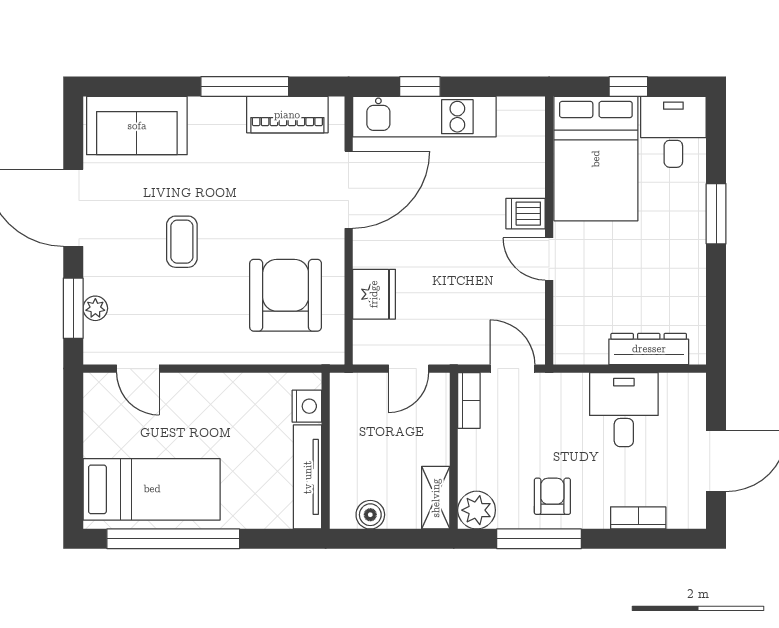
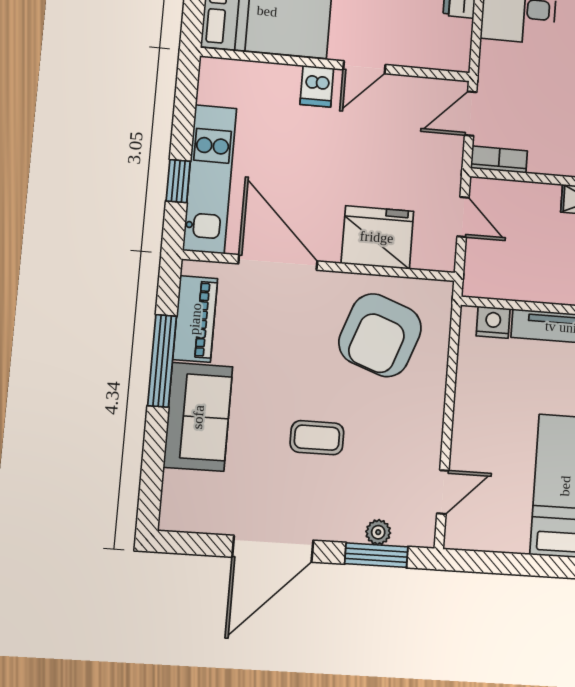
sofa: (137, 126) -> (198, 417), moved
fridge: (374, 294) -> (377, 237), width x1.36, depth x1.34
armchair: (286, 295) -> (380, 335), turned -70

